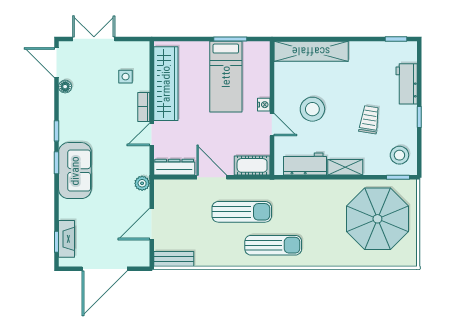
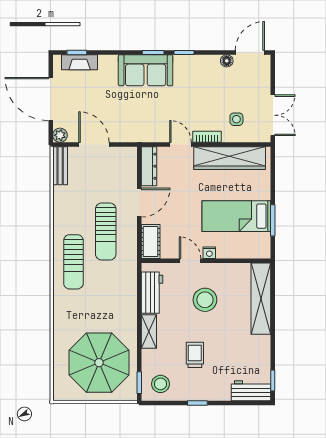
double door: (94, 39) -> (273, 115), moved
workbench: (407, 84) -> (251, 391), moved
trolley: (369, 120) -> (195, 355), turned -99
door: (272, 125) -> (190, 261), swing flipped
plant: (142, 183) -> (60, 135), moved

